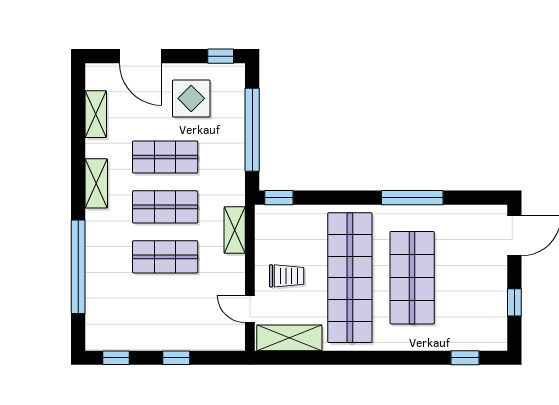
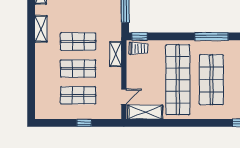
shop shelf: (165, 157) -> (78, 95), moved
window: (78, 267) -> (31, 74), removed
trolley: (287, 276) -> (139, 48), moved
door: (250, 309) -> (124, 97), swing flipped
window: (116, 358) -> (52, 123), removed

